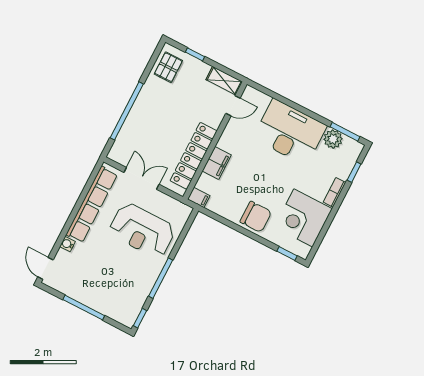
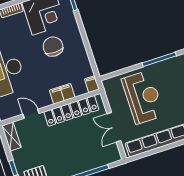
door: (233, 106) -> (31, 114), moved
chair: (256, 217) -> (53, 47), moved

